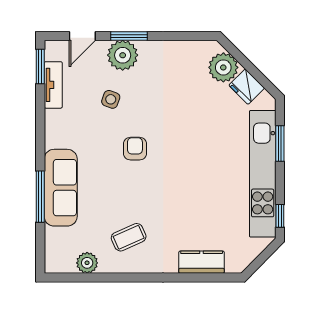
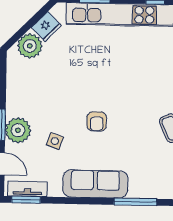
tv unit: (53, 85) -> (27, 189), moved
armchair: (135, 149) -> (97, 121), turned -90
sofa: (61, 188) -> (95, 184), moved

